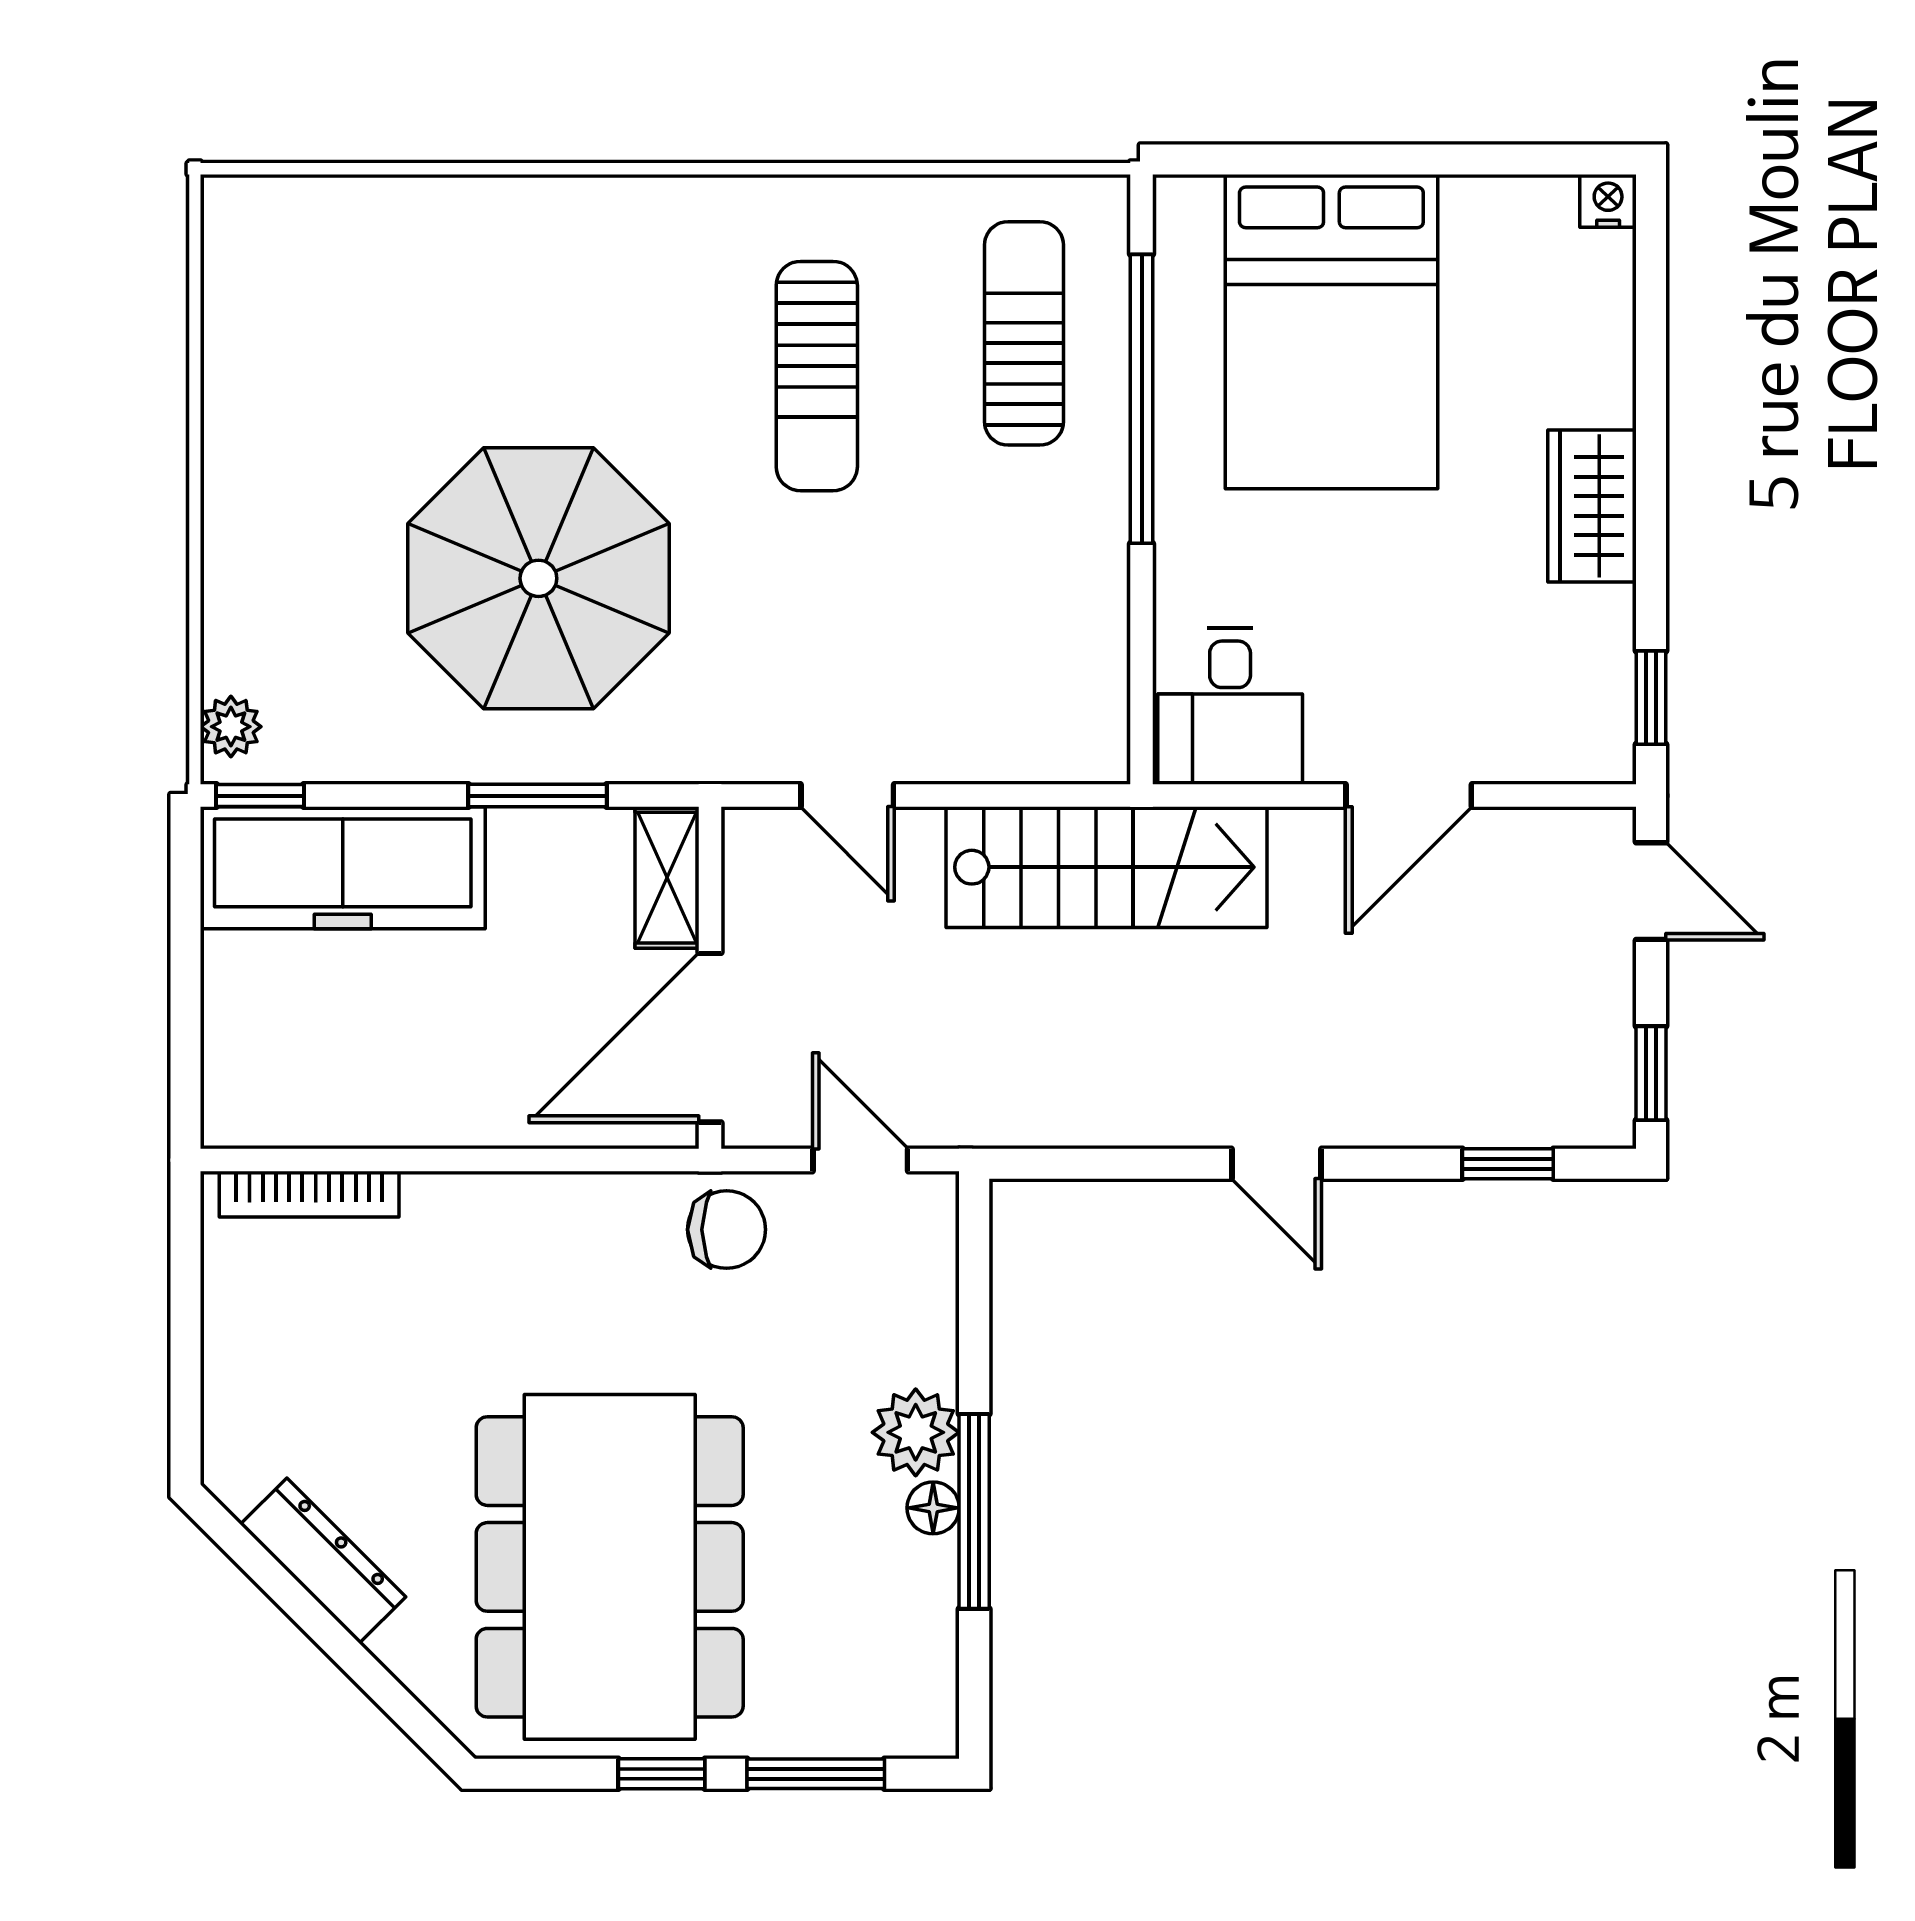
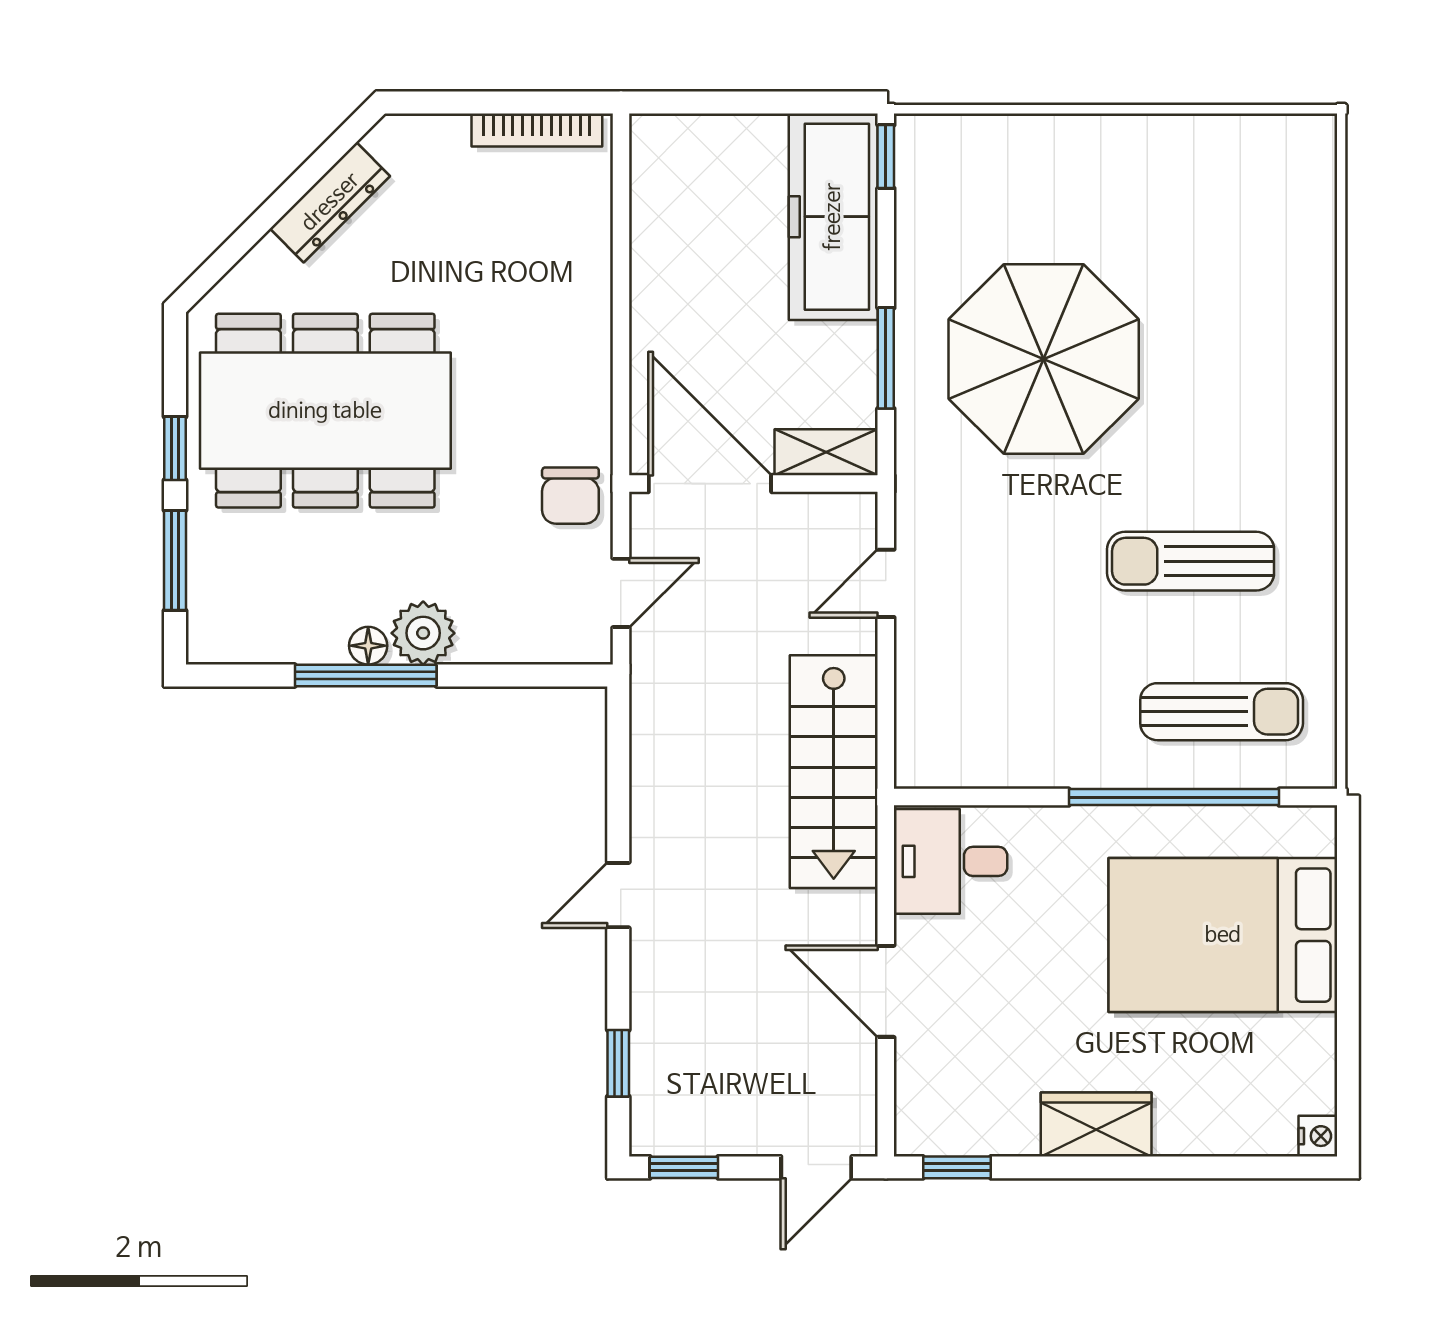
plant: (231, 727) -> (936, 135), removed
bookcase: (309, 1194) -> (537, 130), moved, turned -90

